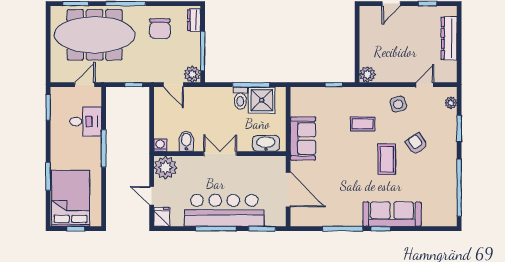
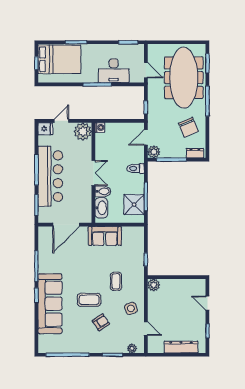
chair: (160, 29) -> (188, 127), turned -113
toilet: (240, 98) -> (136, 168), moved
desk: (86, 122) -> (114, 71), width x1.37
bidet: (186, 141) -> (103, 191), moved
sofa: (392, 214) -> (50, 304), width x1.36, depth x1.27

